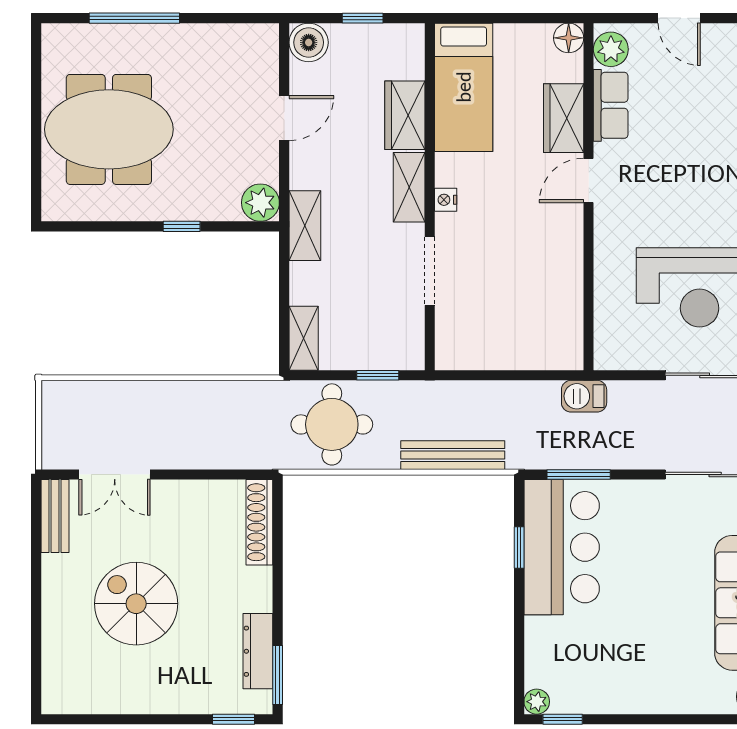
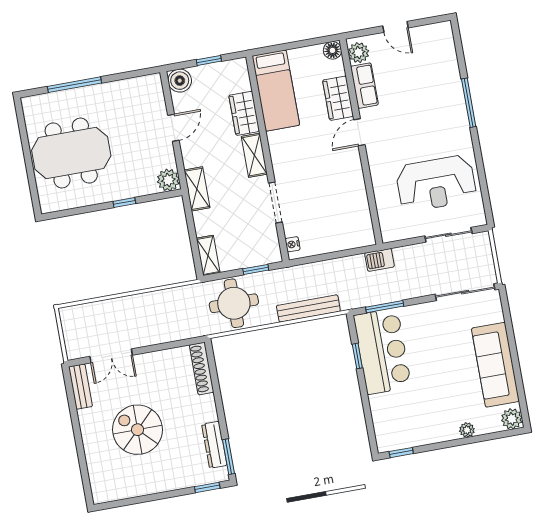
nightstand: (446, 200) -> (293, 244), moved
plant: (537, 702) -> (467, 430), moved

